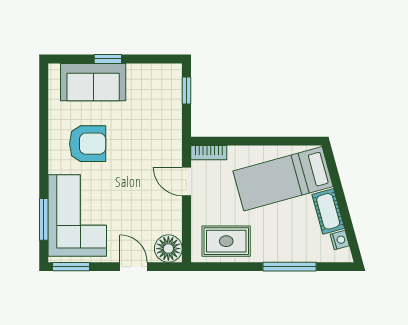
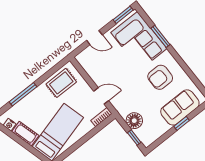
window: (44, 219) -> (160, 36), moved
floor lamp: (168, 249) -> (134, 121), moved

